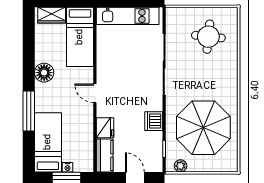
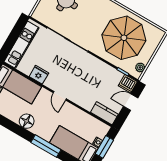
door: (95, 93) -> (60, 96), hinge flipped
dishwasher: (154, 121) -> (128, 84), moved
fridge: (105, 128) -> (39, 75), moved

